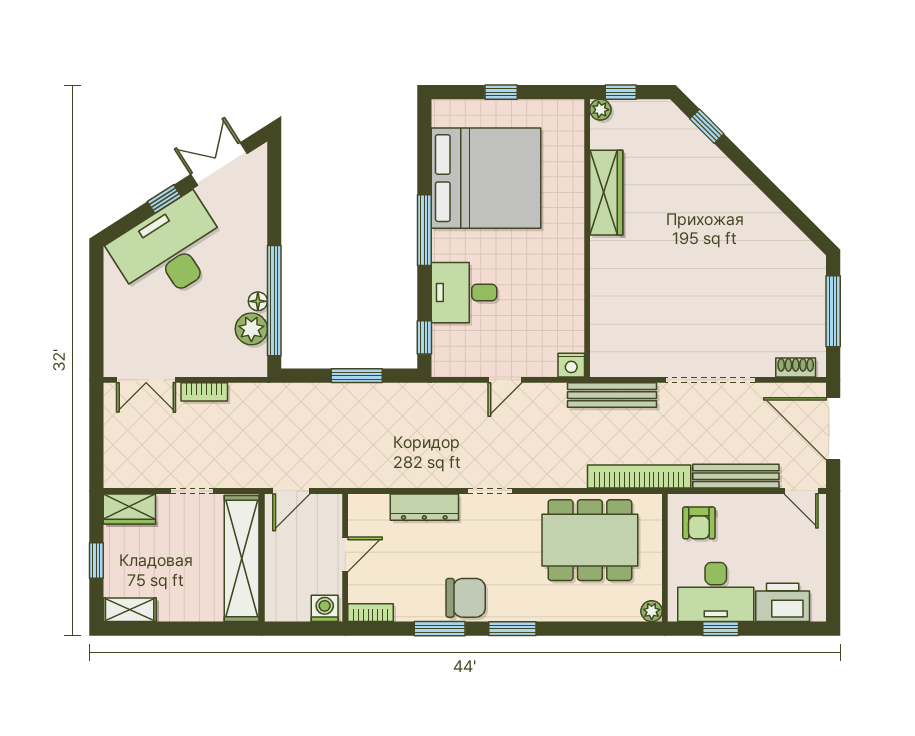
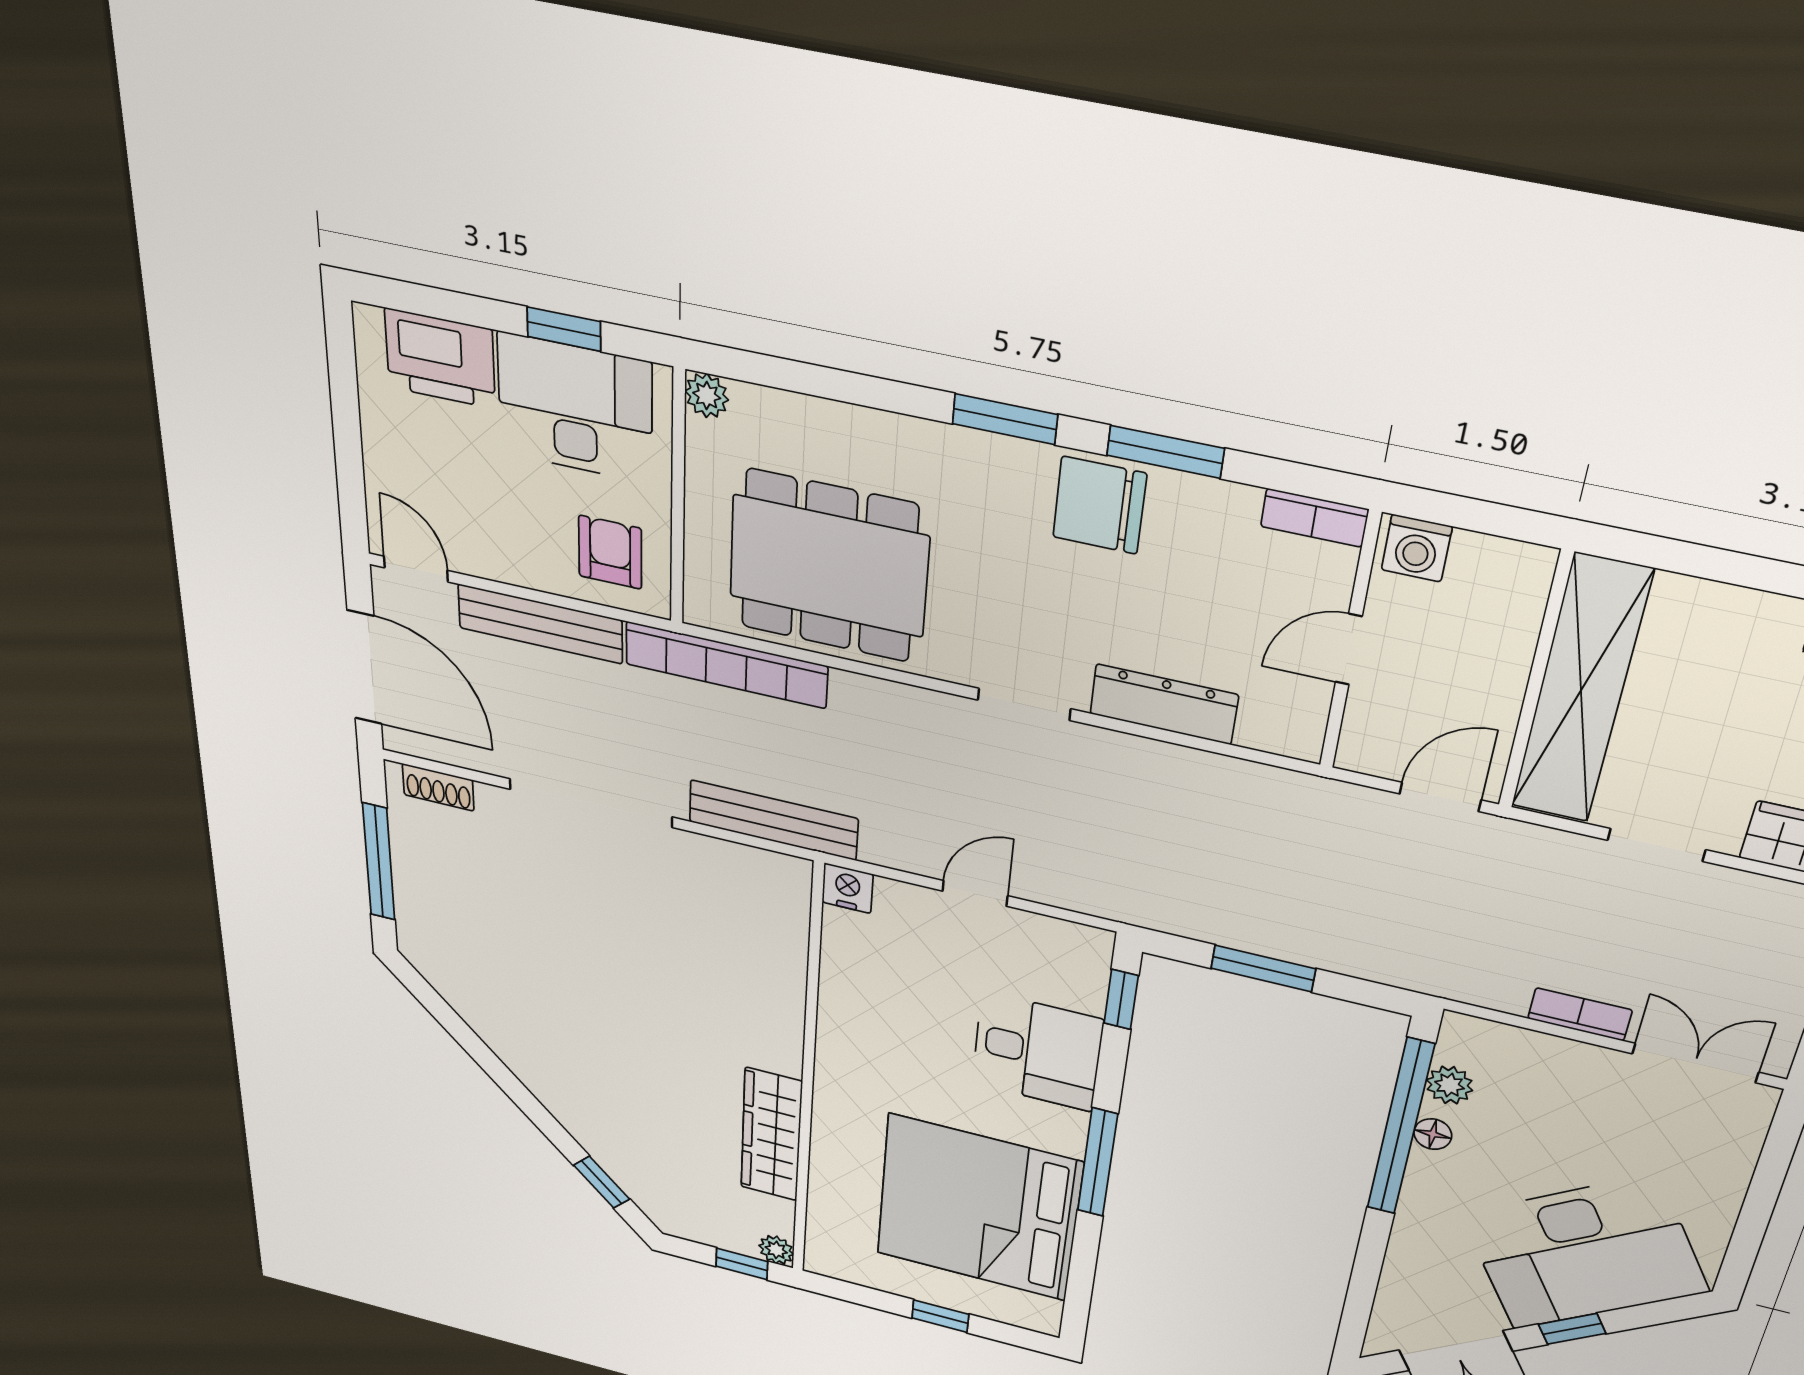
plant: (251, 329) -> (1450, 1085), width x0.73, depth x0.73

